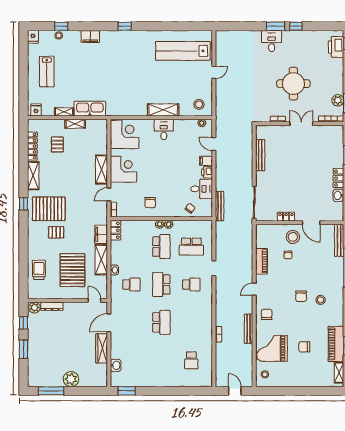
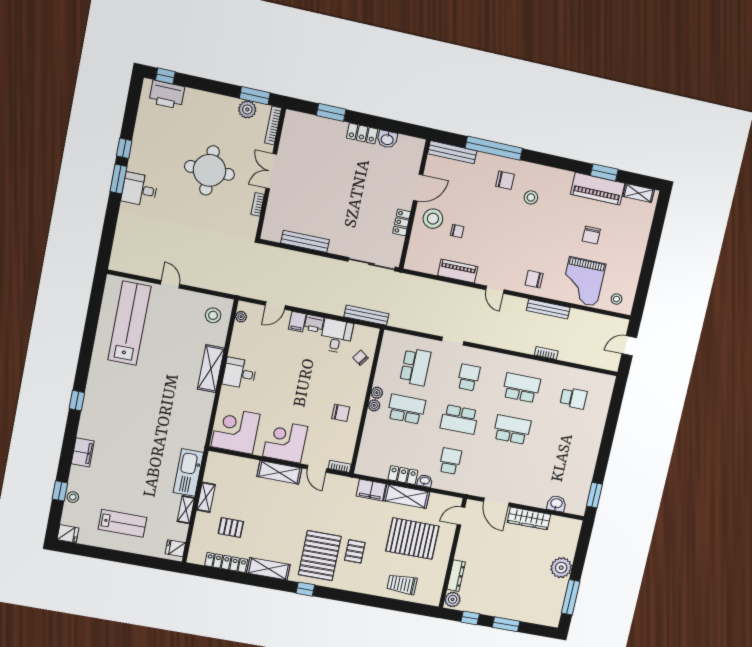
lab bench: (183, 51) -> (129, 323), turned 180
locker: (115, 230) -> (403, 475), moved
chair: (301, 296) -> (505, 180), moved
school desk: (191, 322) -> (521, 388), added

